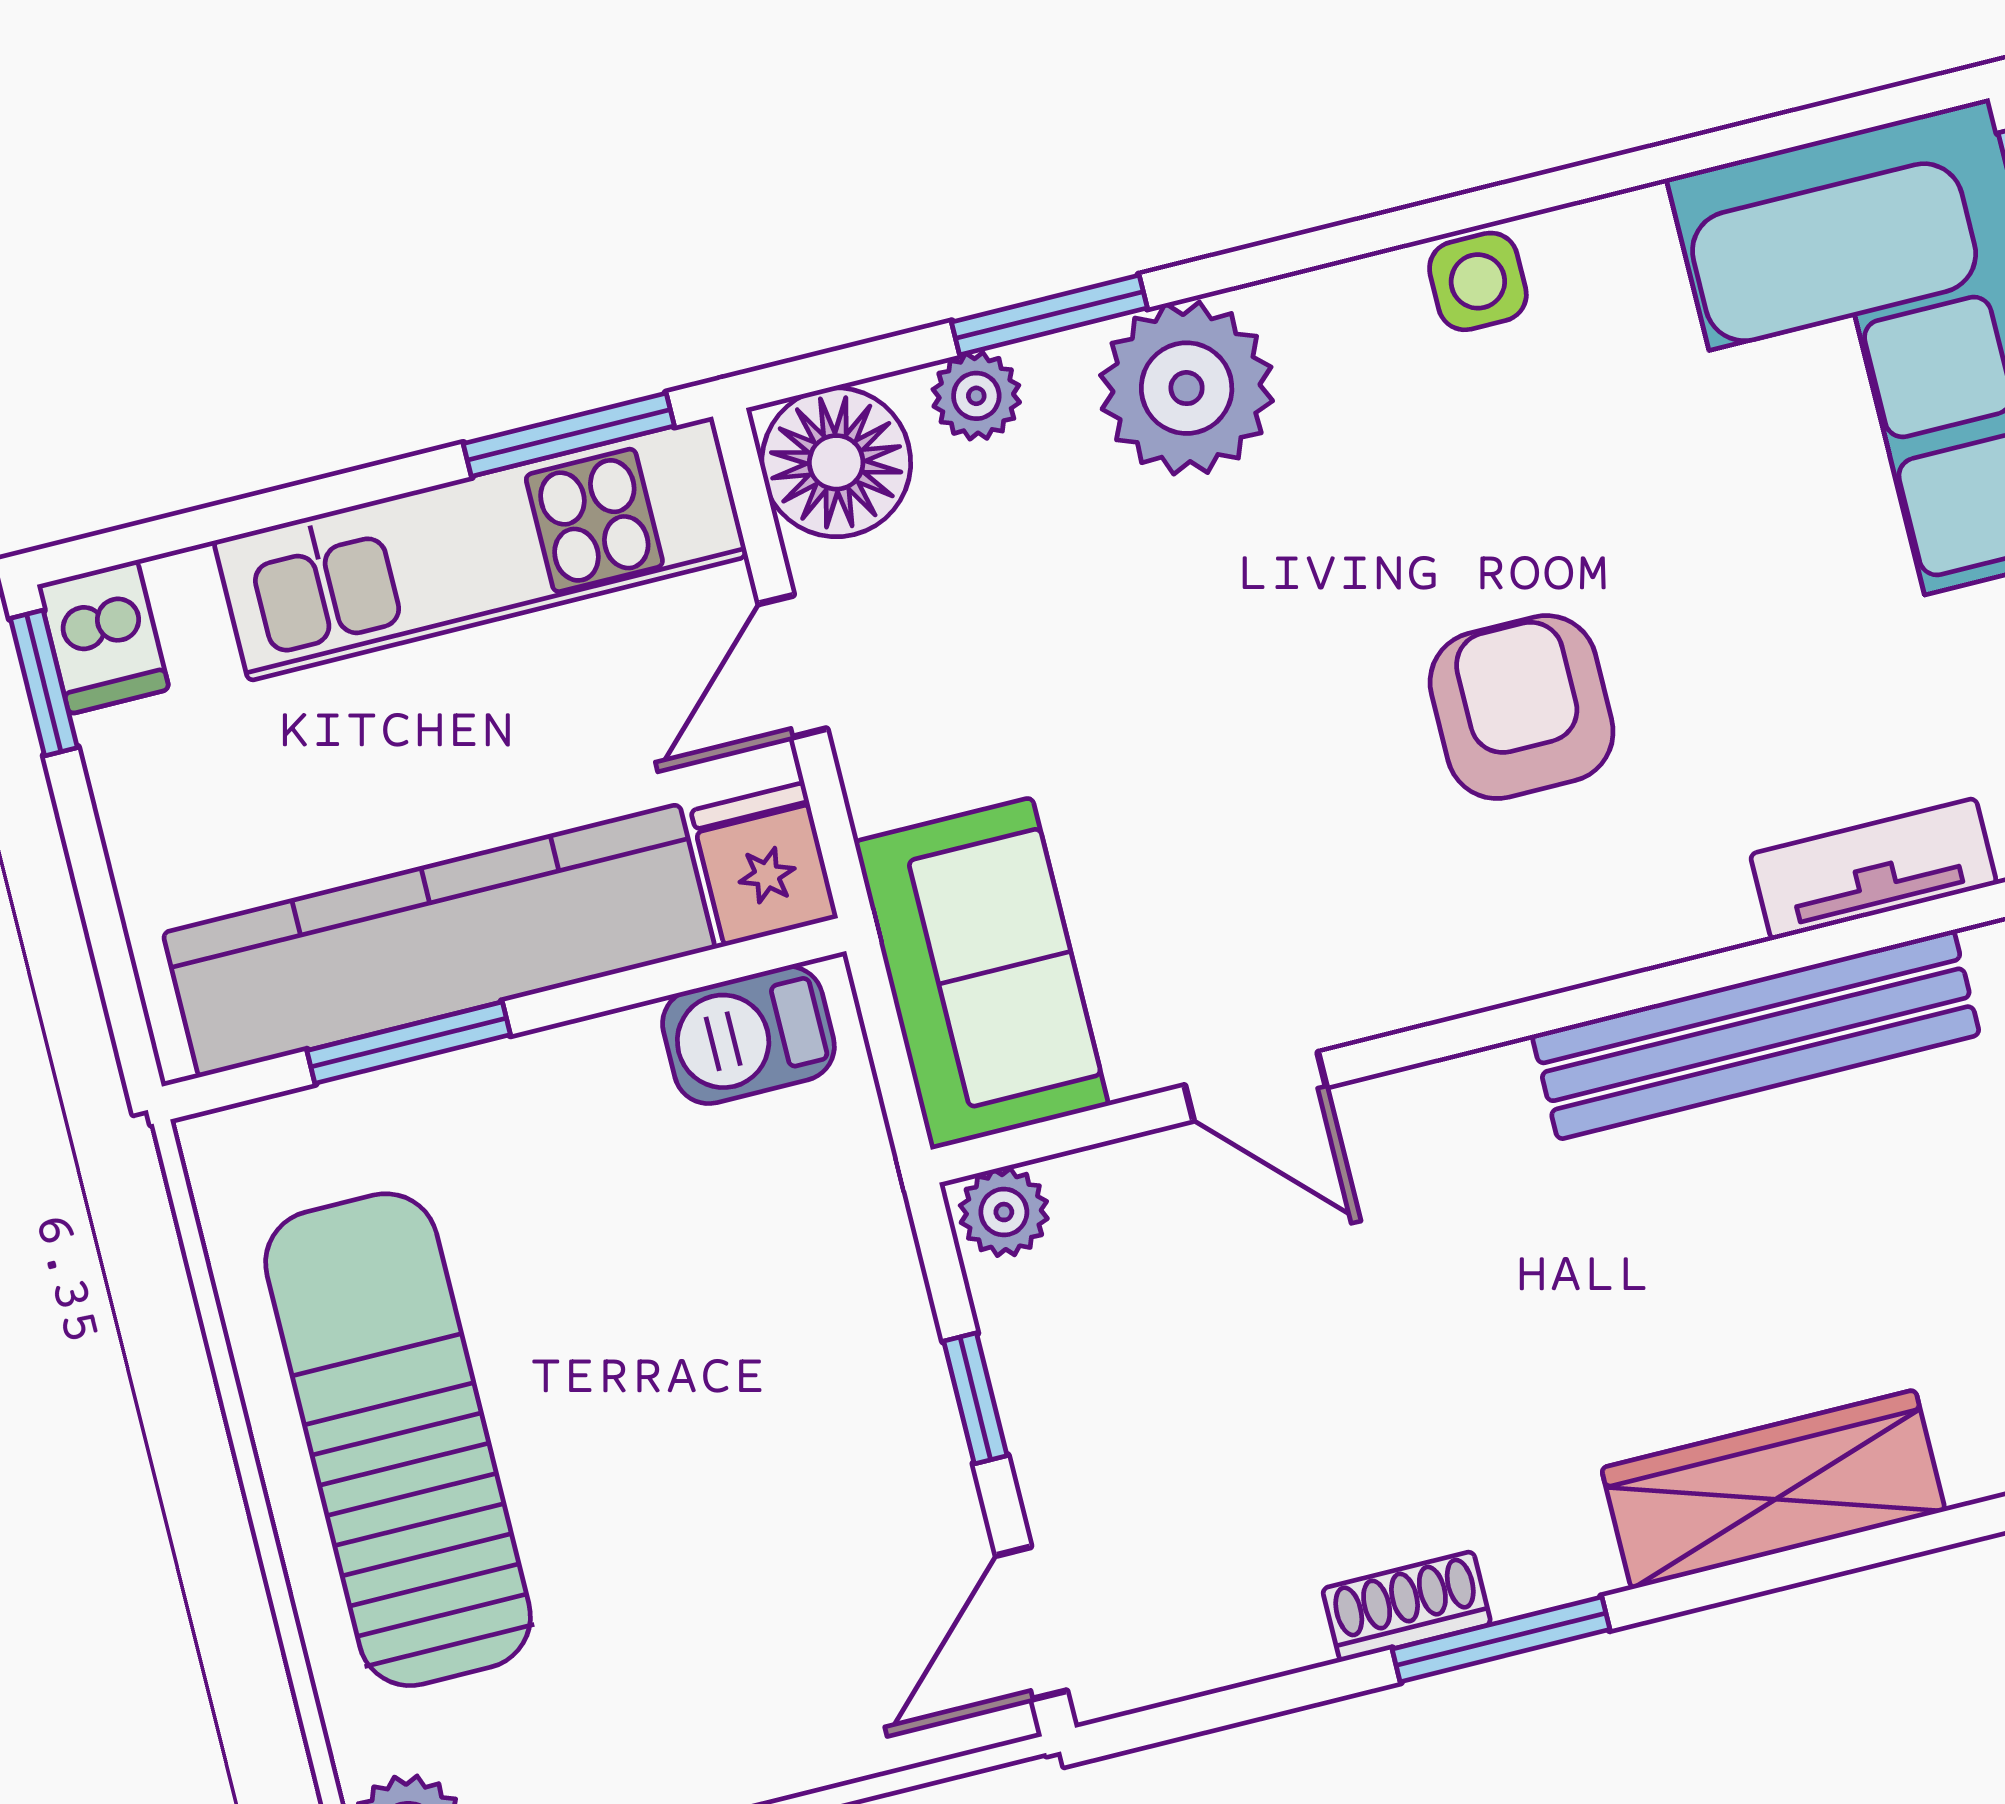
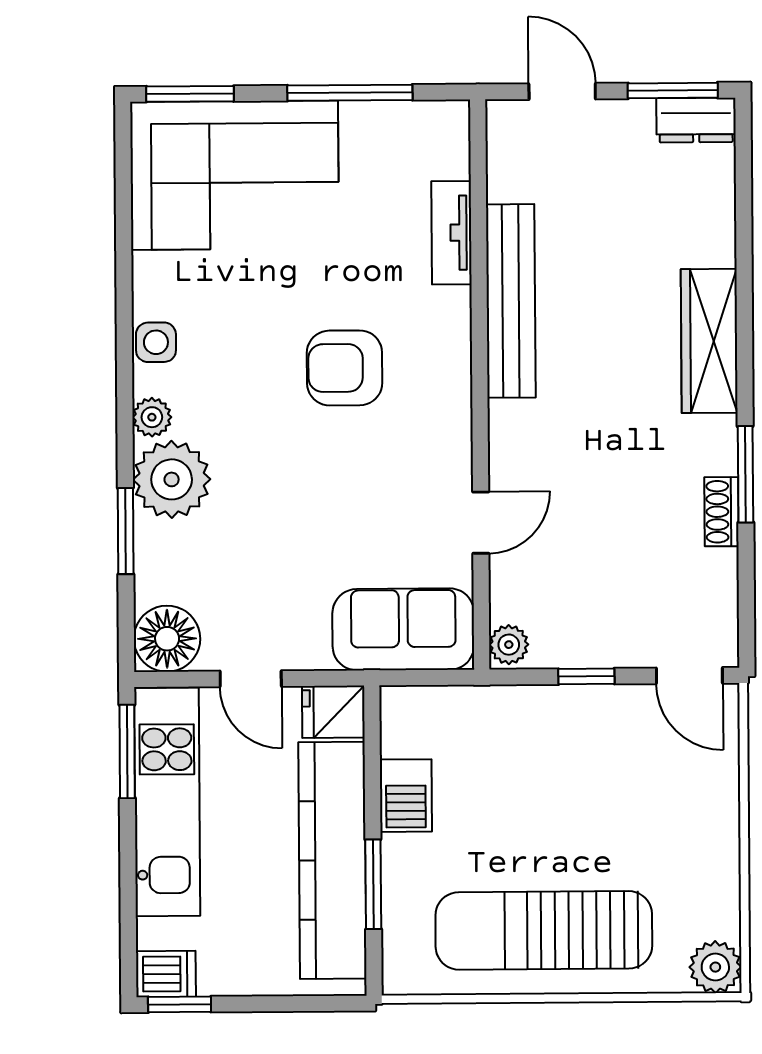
plant: (976, 396) -> (152, 417), moved
barbecue: (748, 1035) -> (406, 796), moved

